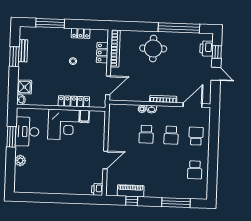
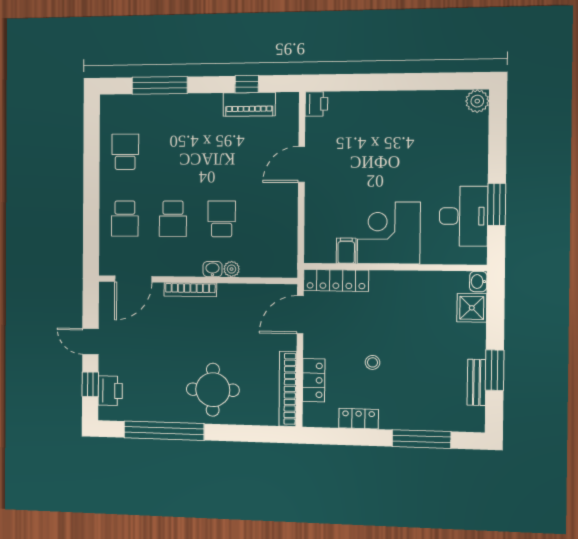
locker: (74, 101) -> (336, 280), moved
school desk: (171, 135) -> (173, 219), turned 180
plant: (20, 161) -> (477, 101), moved

